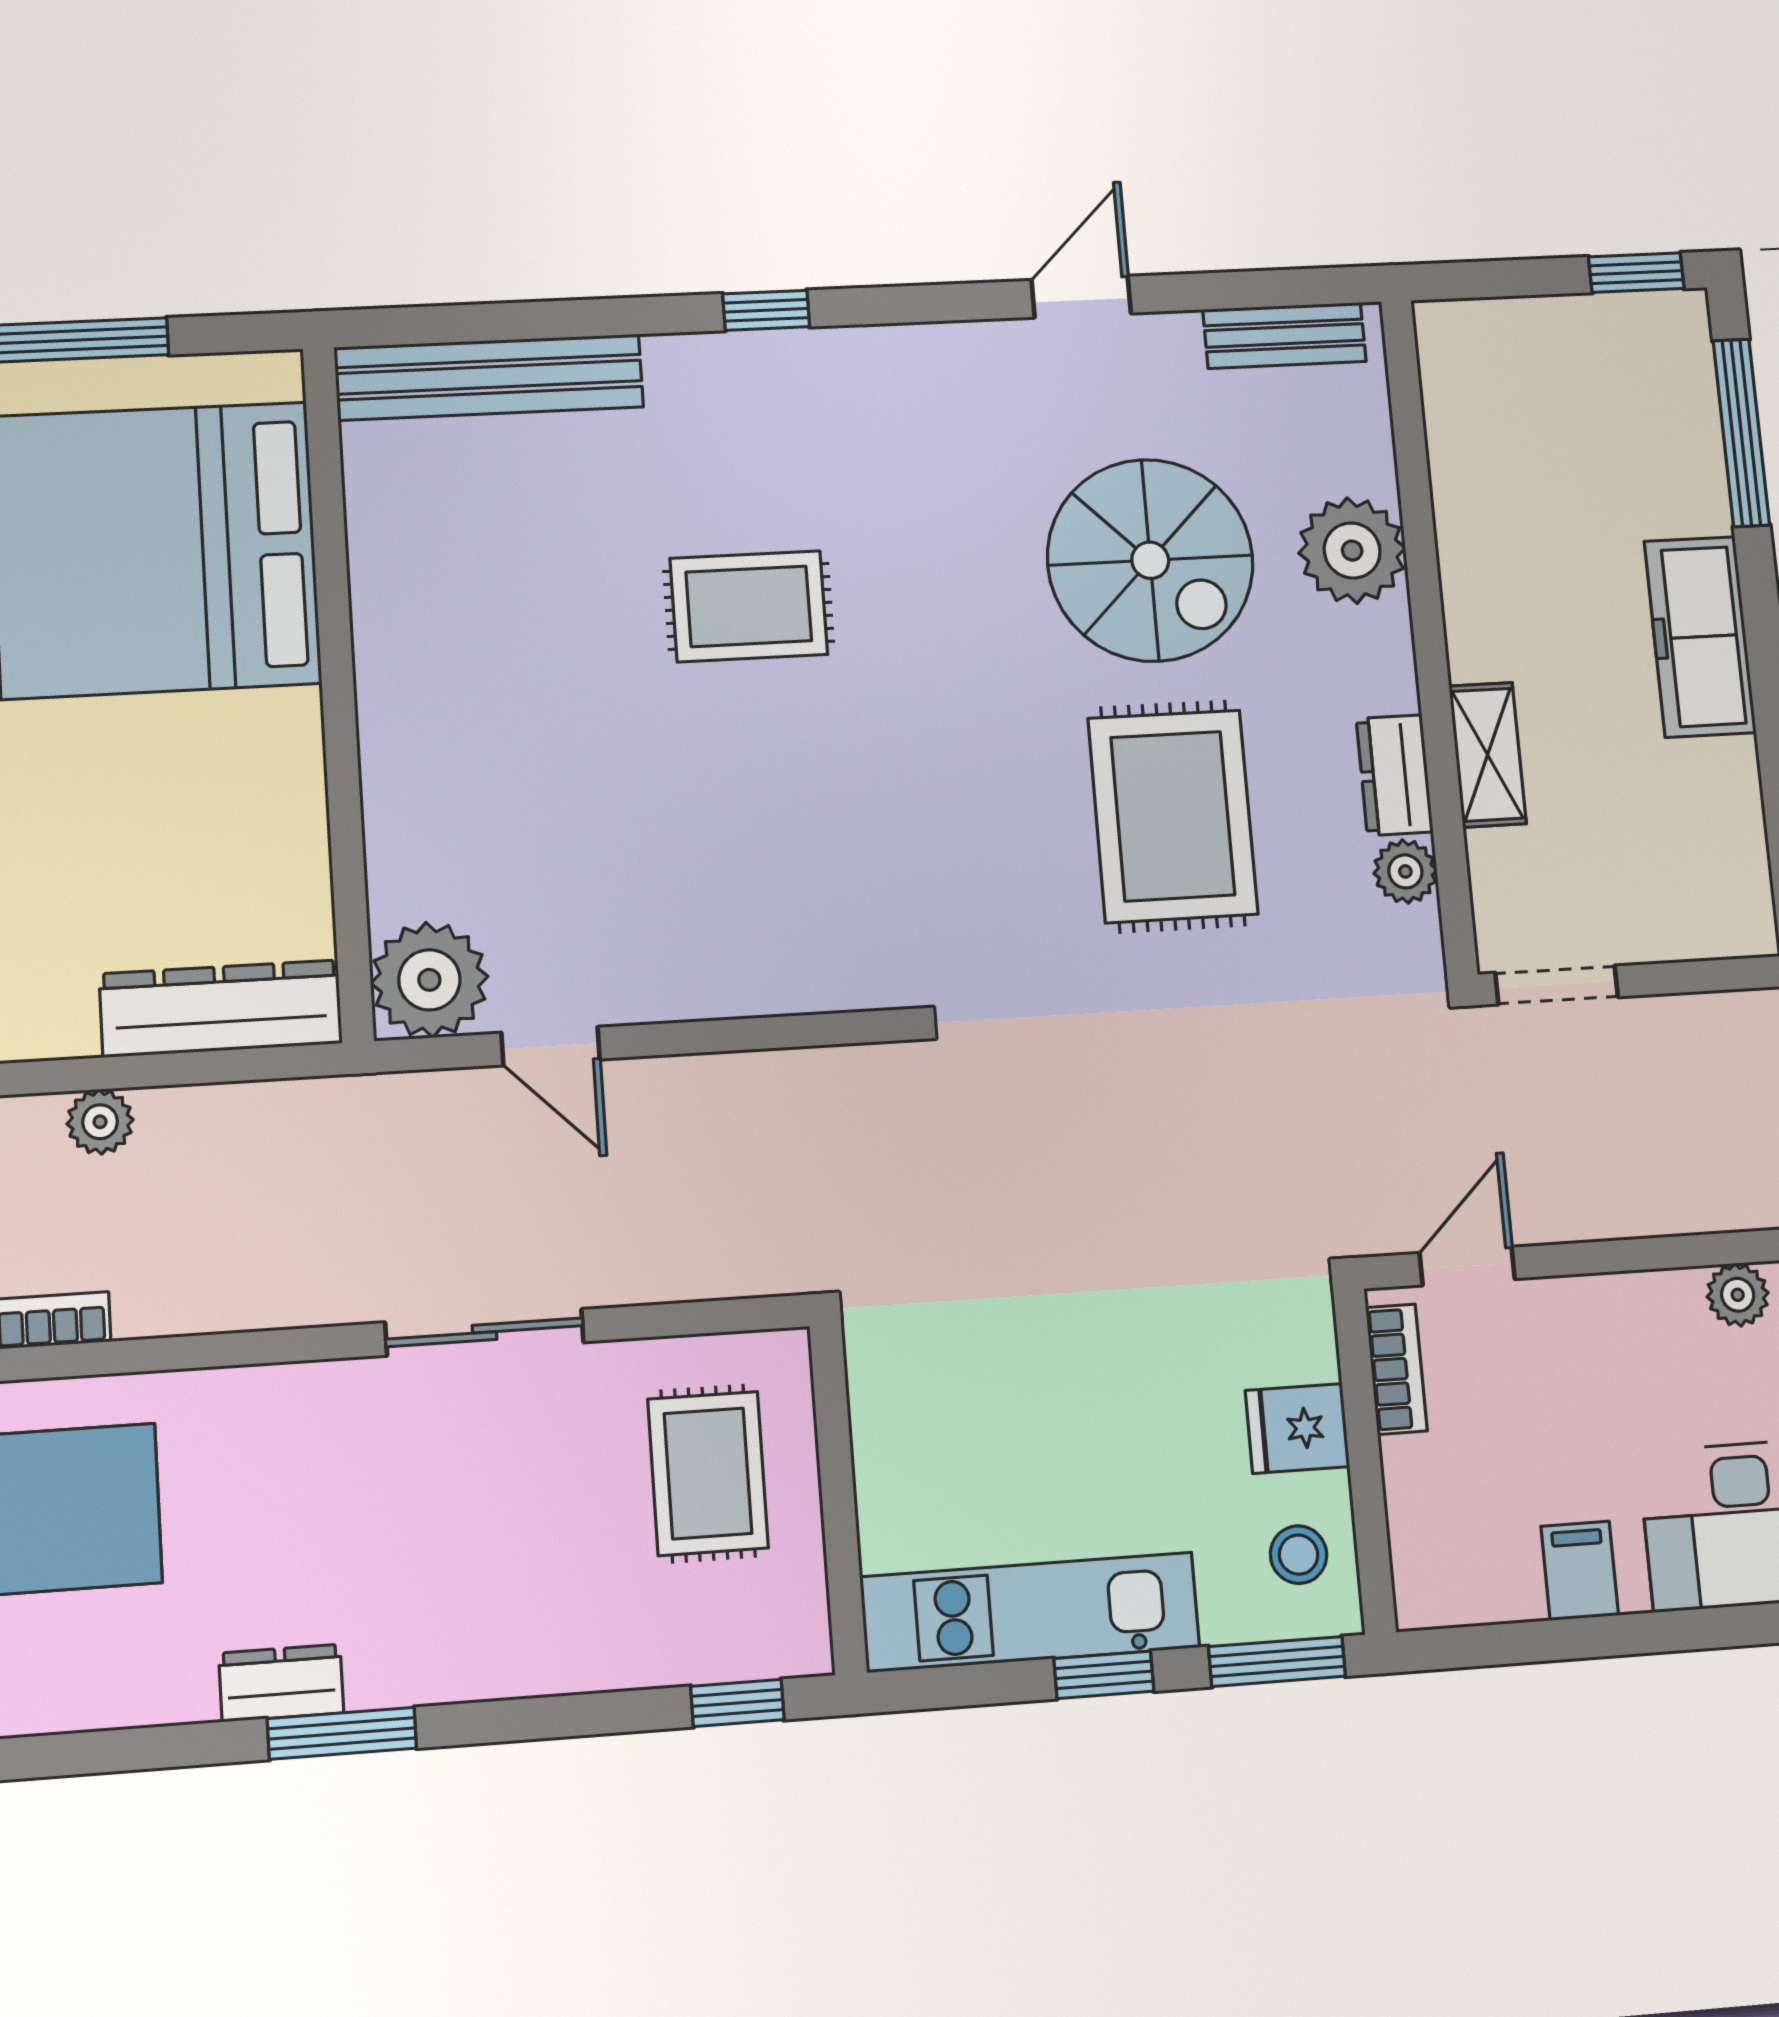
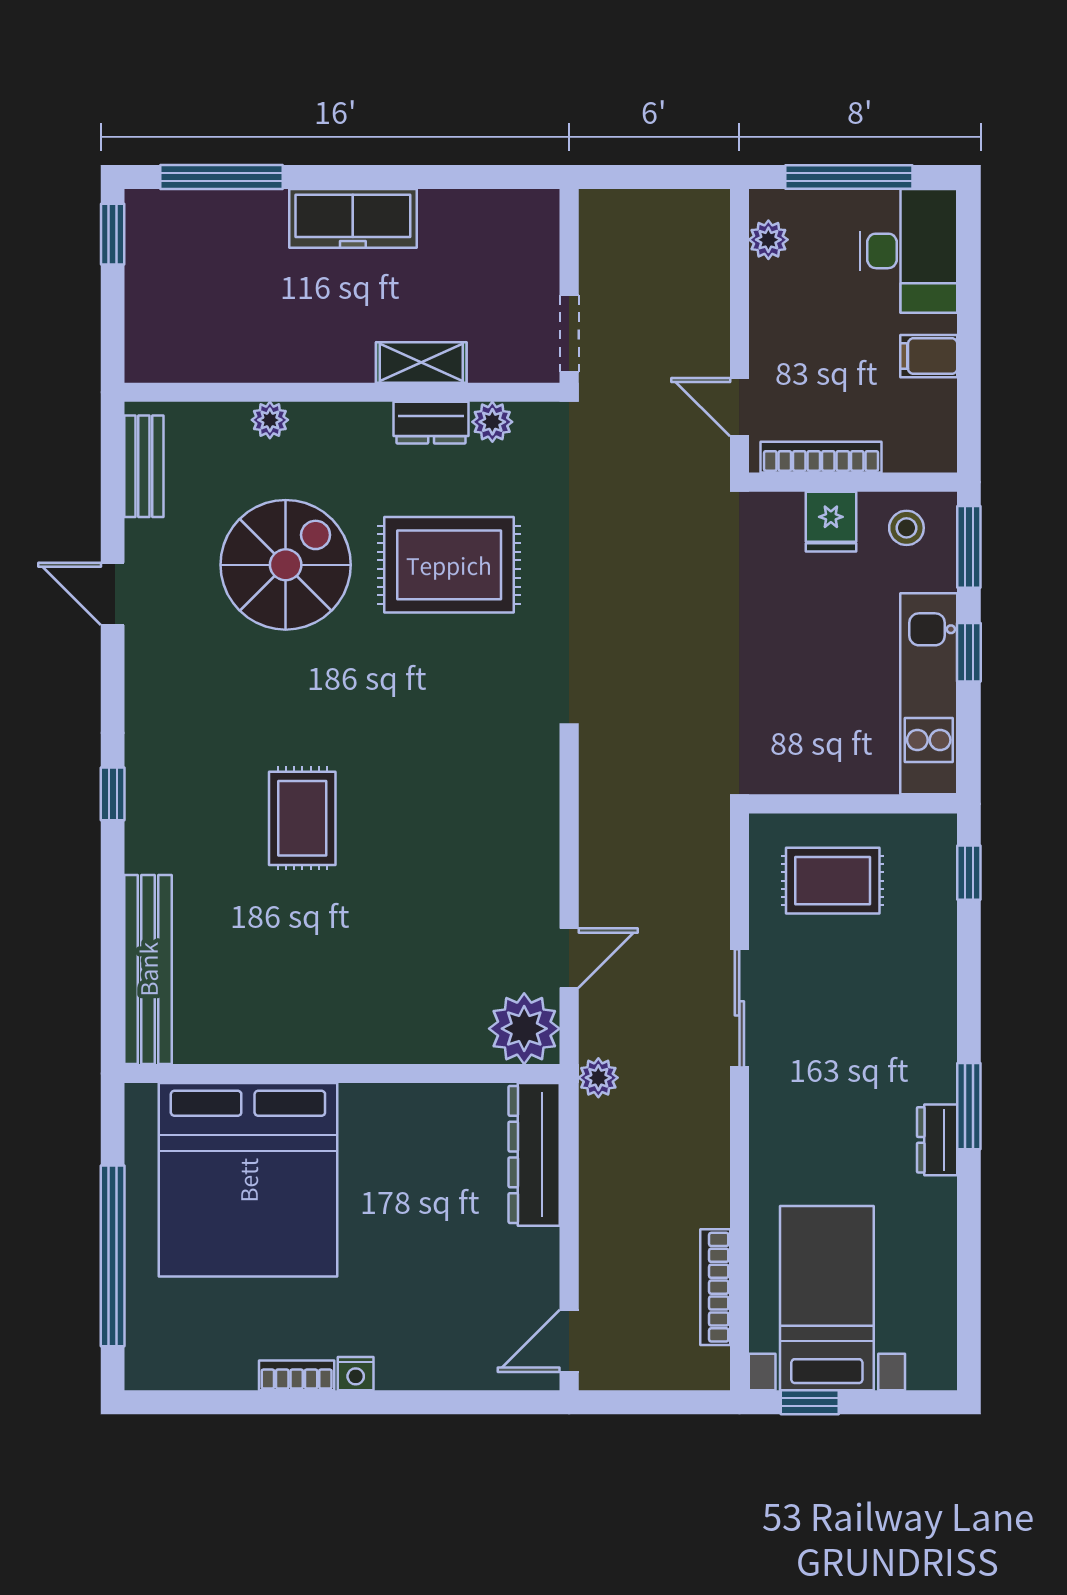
plant: (1352, 551) -> (270, 420), width x0.53, depth x0.53
plant: (100, 1122) -> (598, 1078), moved
bookcase: (1396, 1369) -> (821, 457), width x1.56

